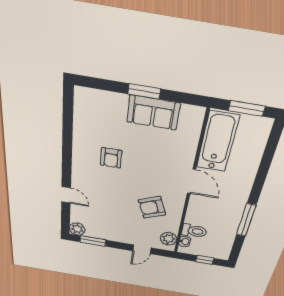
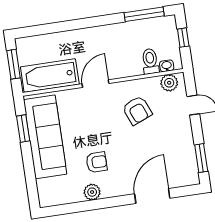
window: (144, 91) -> (23, 128), moved
sofa: (153, 113) -> (45, 137), width x1.85, depth x1.27
door: (66, 195) -> (152, 196), width x1.87
window: (246, 220) -> (144, 14), moved
plant: (77, 229) -> (92, 192), moved

